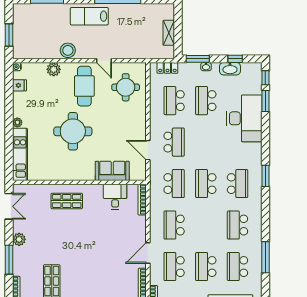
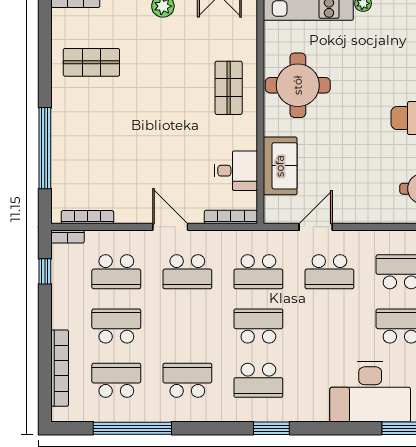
round table: (73, 131) -> (298, 85), moved
school desk: (174, 225) -> (187, 272), turned 180
door: (148, 253) -> (170, 227), moved
window: (265, 257) -> (132, 428), width x1.46
school desk: (174, 267) -> (116, 272), turned 180

